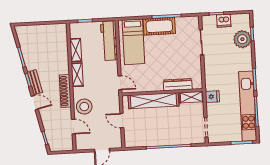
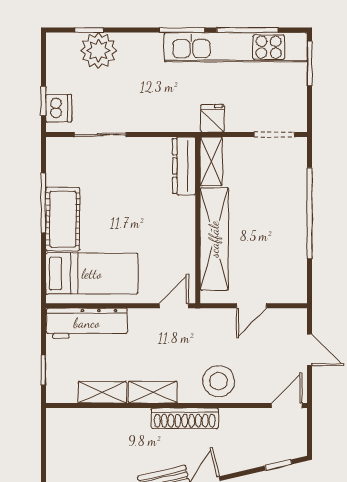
dishwasher: (224, 21) -> (59, 108), moved
dresser: (178, 85) -> (184, 166), moved
door: (73, 127) -> (287, 406), moved

